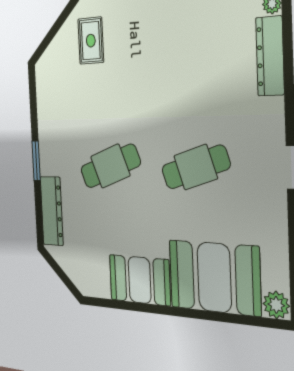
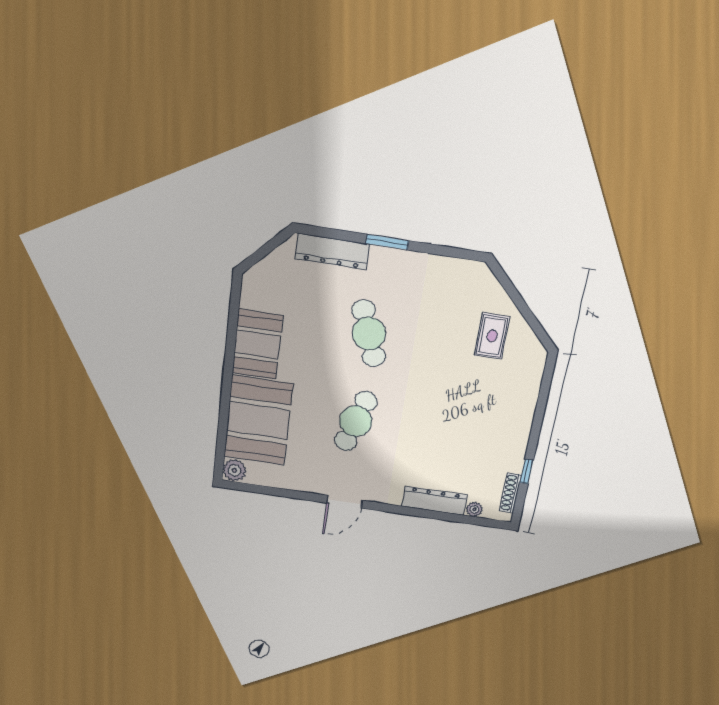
rug: (91, 41) -> (492, 336), turned 90
cafe table: (196, 167) -> (356, 421), turned 36

